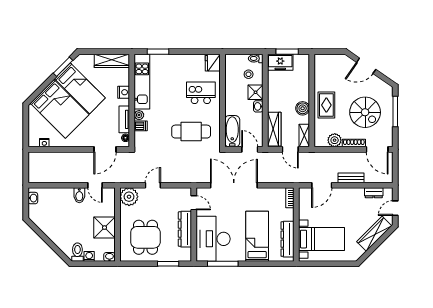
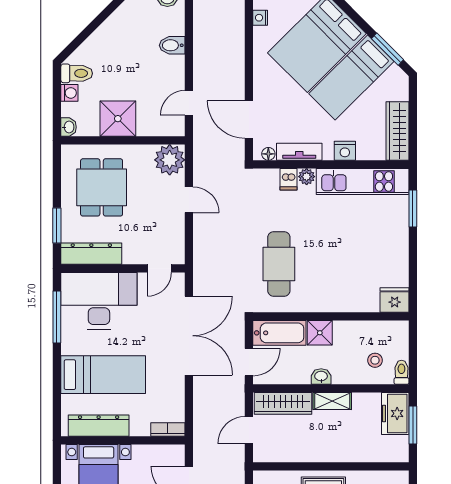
shower: (256, 92) -> (320, 333), moved
kitchen island: (201, 93) -> (344, 280), removed
boiler: (303, 108) -> (318, 451), removed
shelving: (304, 136) -> (332, 401), moved
bidet: (79, 195) -> (172, 45), moved
dresser: (185, 229) -> (91, 254), moved
dining table: (145, 237) -> (102, 187), turned 90

